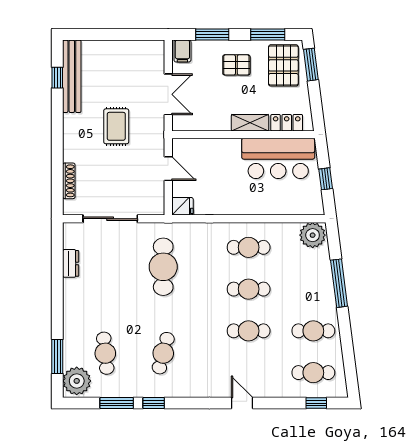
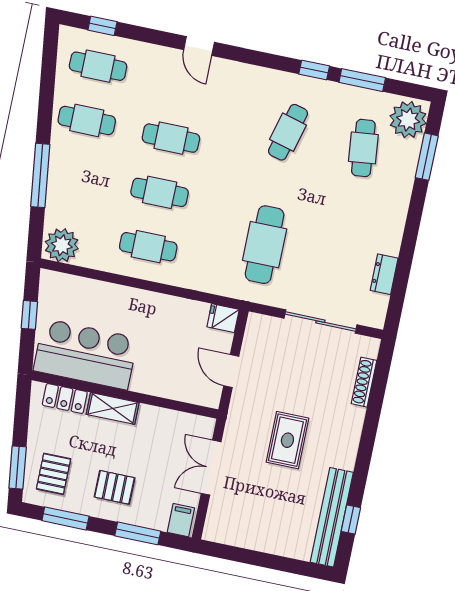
pallet: (283, 65) -> (54, 474), width x0.67, depth x0.71

